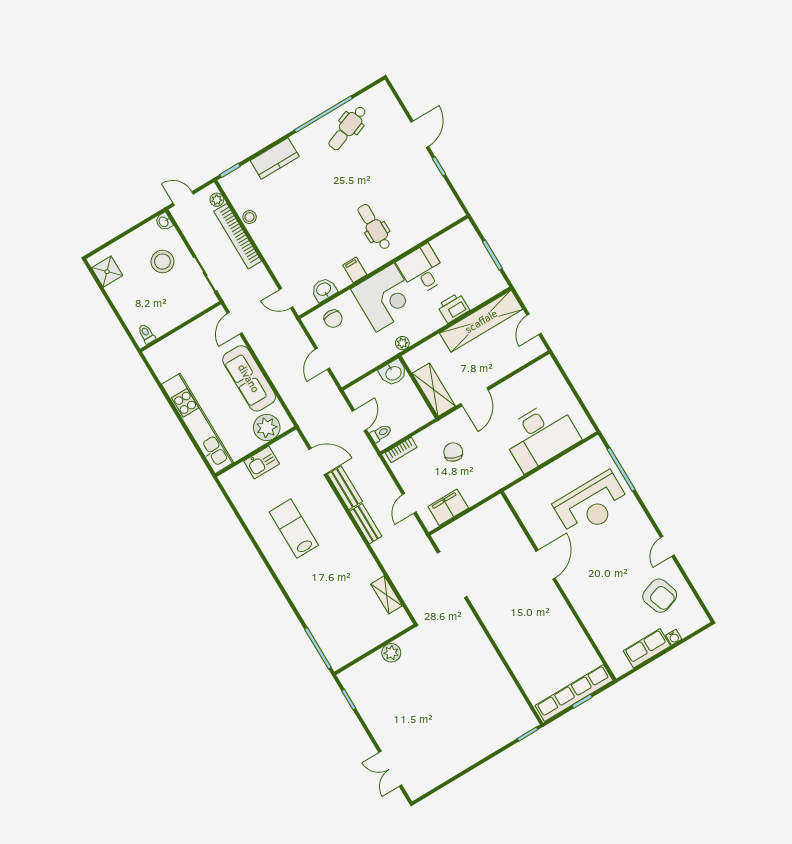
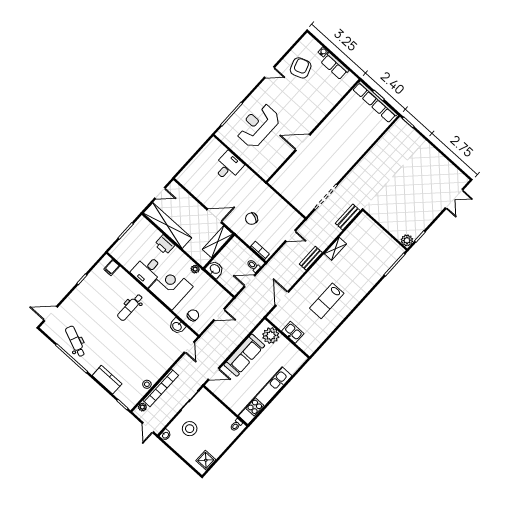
dental chair: (348, 128) -> (75, 341), turned -136
door: (420, 134) -> (51, 314), moved
filing cabinet: (355, 270) -> (112, 268), moved
kitchen unit: (198, 423) -> (265, 396), moved
desk: (540, 435) -> (228, 166), width x0.53, depth x0.77
bench: (345, 488) -> (348, 217), moved
reception desk: (592, 505) -> (258, 126), turned -90
filing cabinet: (448, 507) -> (286, 212), removed
shelving: (386, 595) -> (335, 249), moved
plant: (391, 653) -> (407, 240), moved

